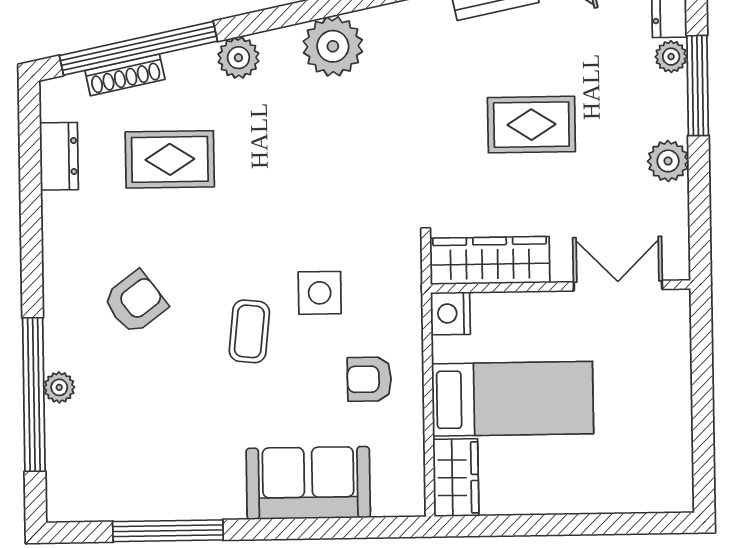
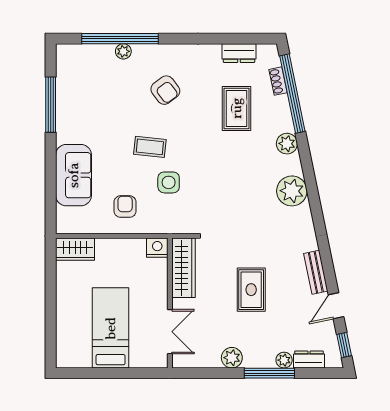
shoe rack: (125, 75) -> (278, 81), width x0.70
bed: (513, 399) -> (111, 328), moved, turned 180

